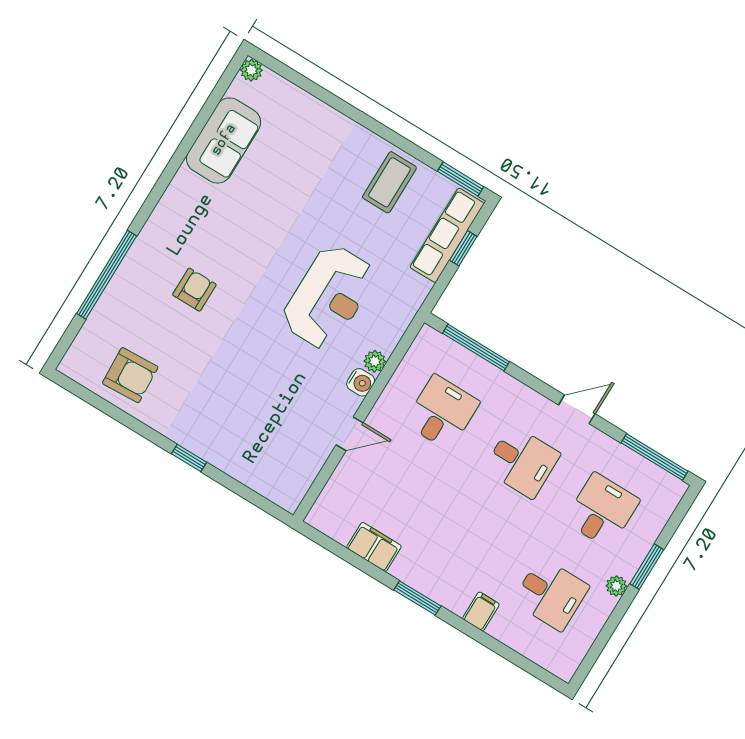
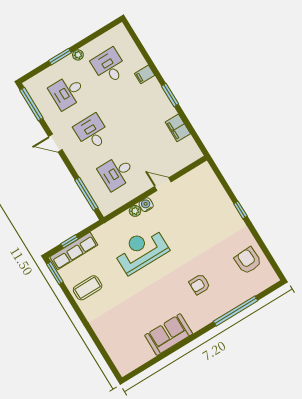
plant: (251, 70) -> (124, 370), removed
sofa: (224, 140) -> (169, 335), moved

